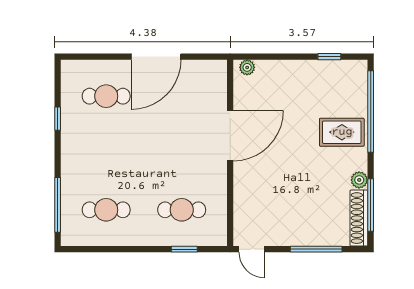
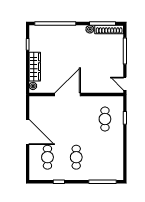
wardrobe: (285, 71) -> (35, 67), added
rug: (342, 132) -> (66, 38), removed
door: (230, 136) -> (68, 95), hinge flipped
cafe table: (106, 210) -> (76, 157), moved
door: (252, 249) -> (125, 84), swing flipped

